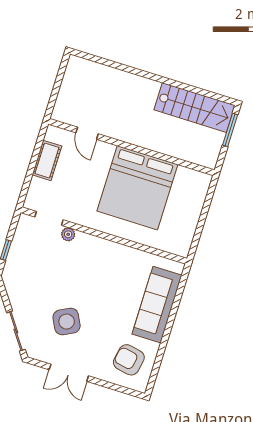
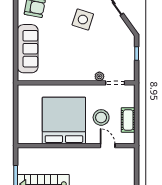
stool: (84, 176) -> (101, 117), added
side table: (67, 322) -> (83, 19), turned 45

